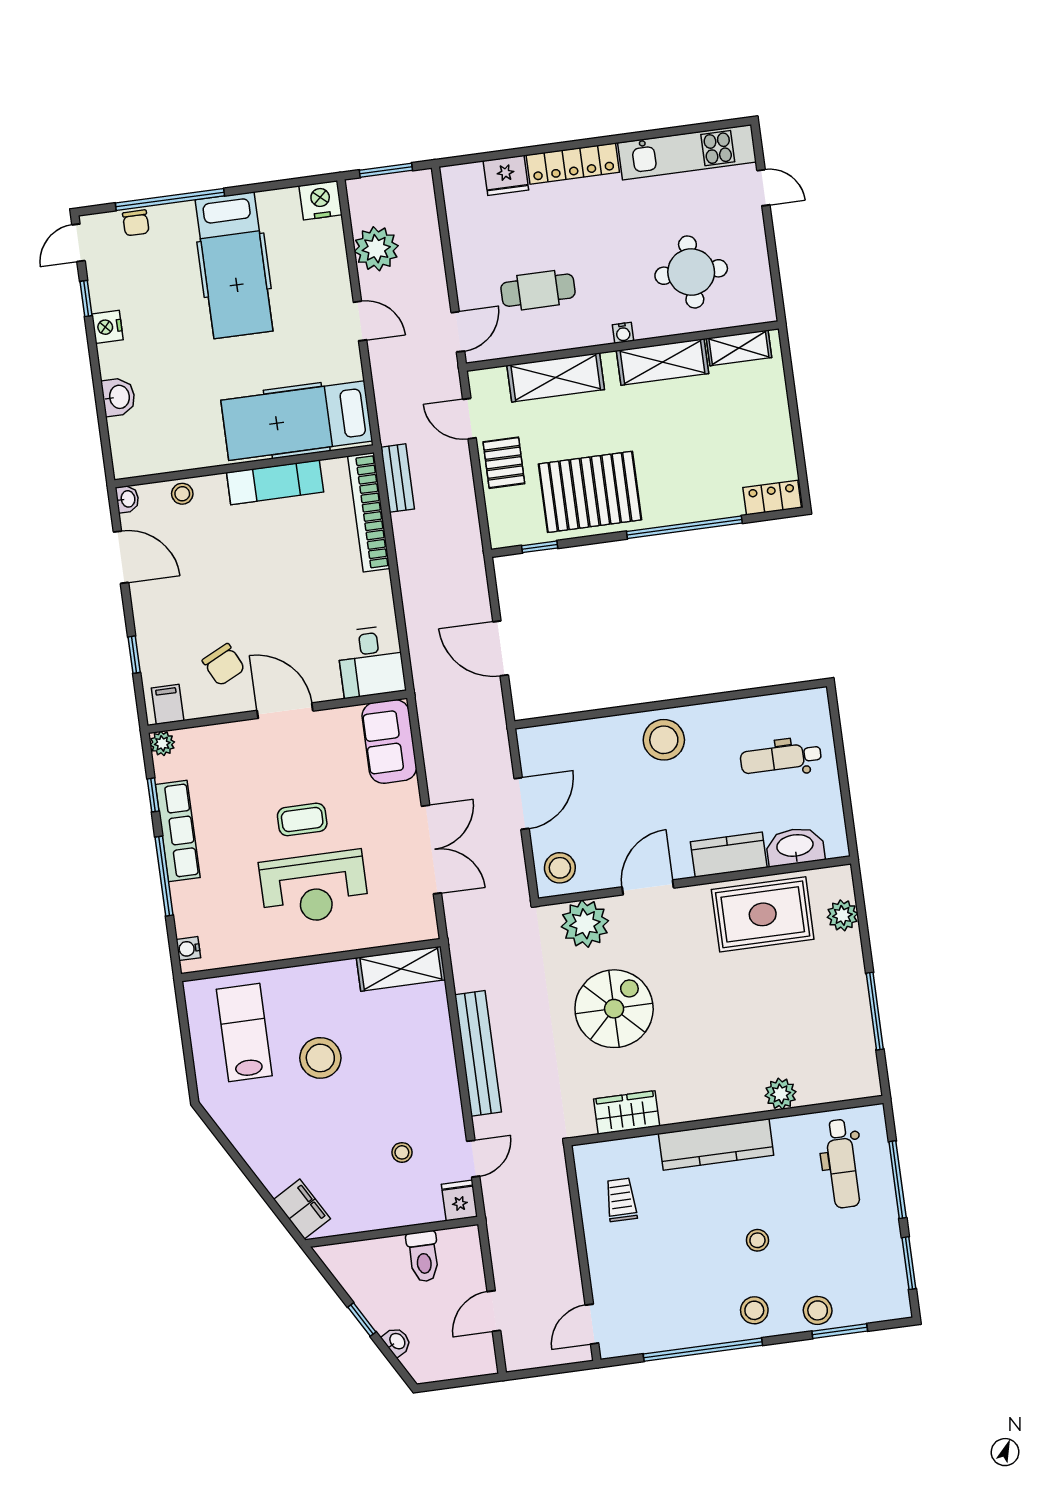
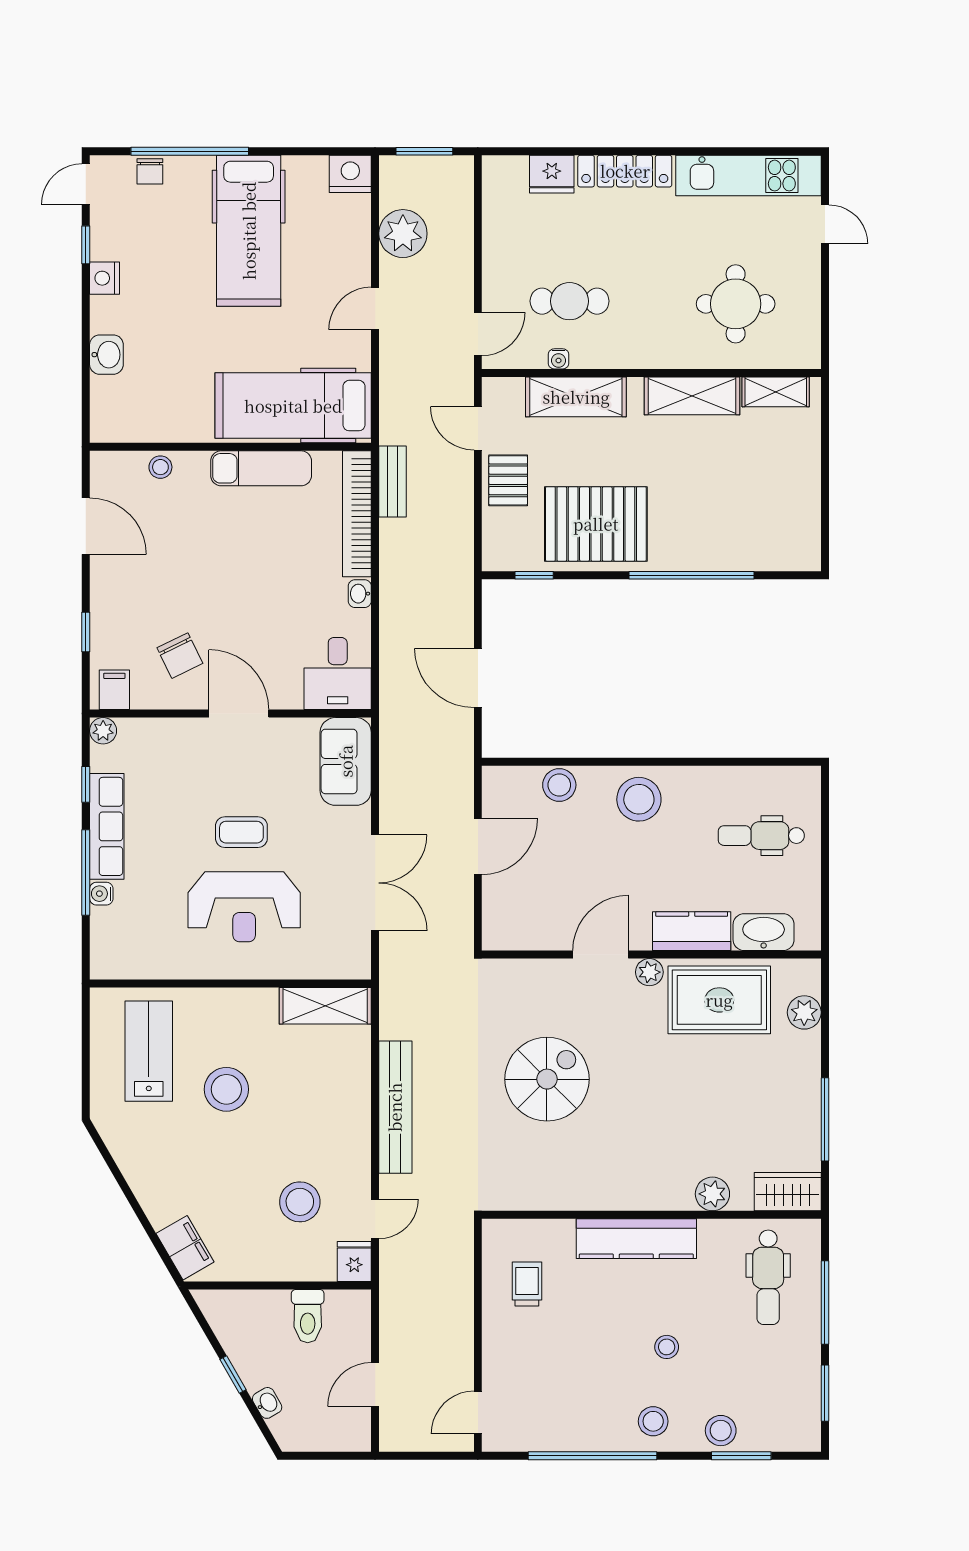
door: (360, 321) -> (375, 308), swing flipped
water cooler: (623, 333) -> (558, 359), moved
locker: (772, 498) -> (789, 556), removed
washbasin: (127, 499) -> (360, 594), moved, turned 180
stool: (560, 868) -> (559, 785), moved
plant: (585, 924) -> (649, 972), moved, width x0.53, depth x0.53
water cooler: (188, 949) -> (101, 894), moved
wardrobe: (627, 1112) -> (788, 1192), moved
stool: (402, 1152) -> (300, 1202), width x1.89, depth x1.89

